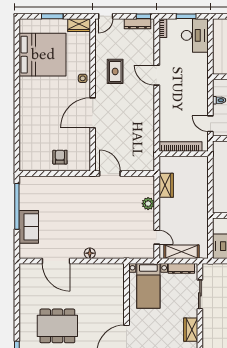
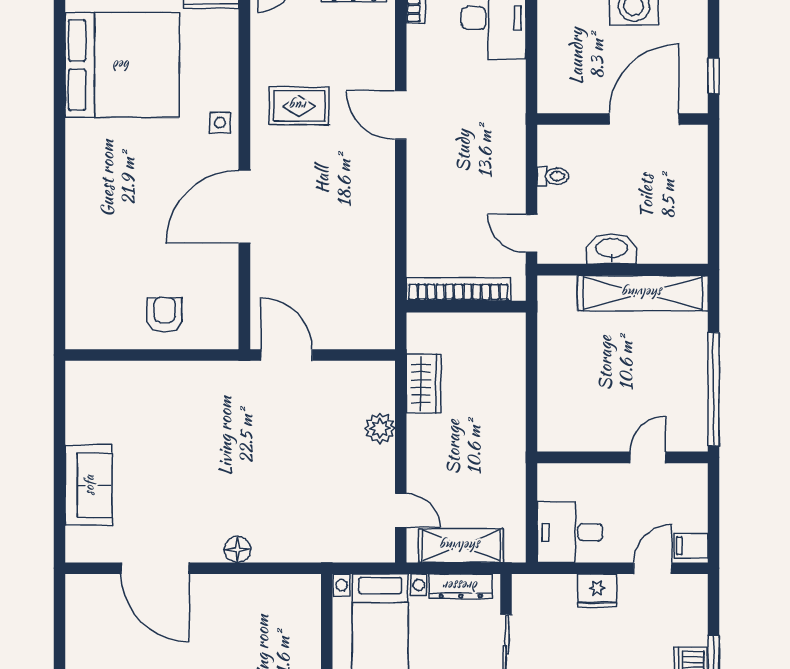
rug: (115, 71) -> (299, 106), turned 90
window: (17, 206) -> (59, 435), removed

